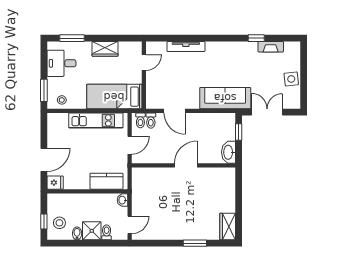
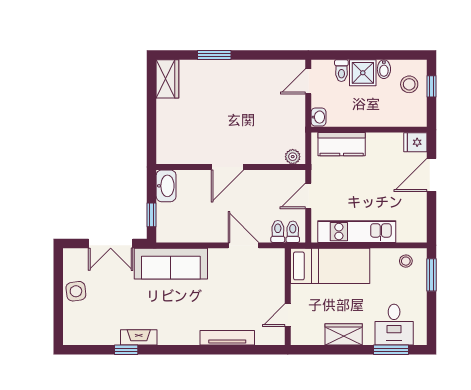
fireplace: (271, 47) -> (139, 337), moved
desk: (61, 63) -> (394, 325), moved, turned 90
plant: (140, 173) -> (293, 157), added

